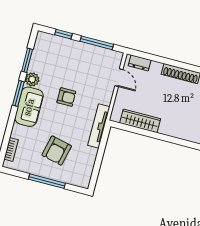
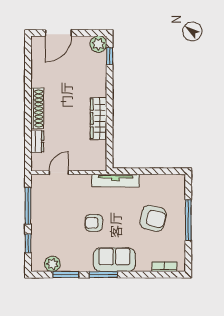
dresser: (140, 63) -> (37, 141), moved
plant: (32, 79) -> (52, 264), moved
armchair: (66, 97) -> (94, 223), turned -90
wardrobe: (140, 121) -> (99, 119), moved

